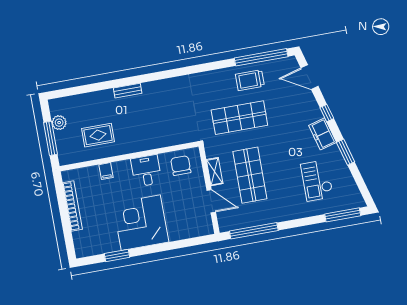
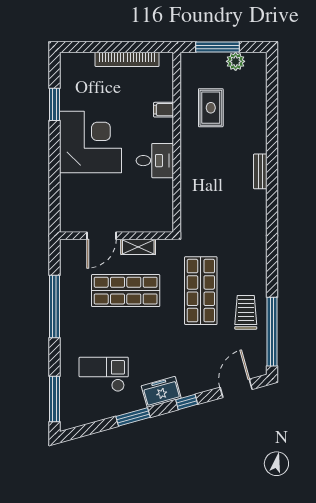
bench: (128, 91) -> (260, 171), moved
chair: (181, 166) -> (154, 205), removed
window: (254, 231) -> (54, 306), moved

